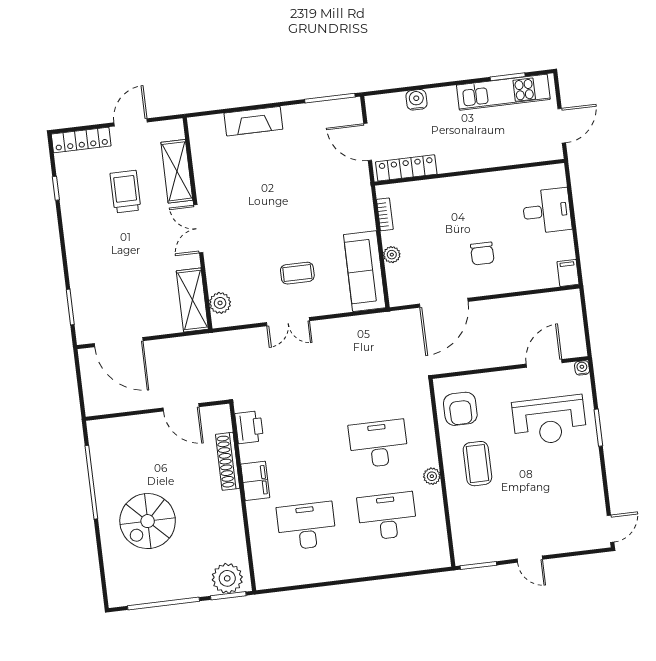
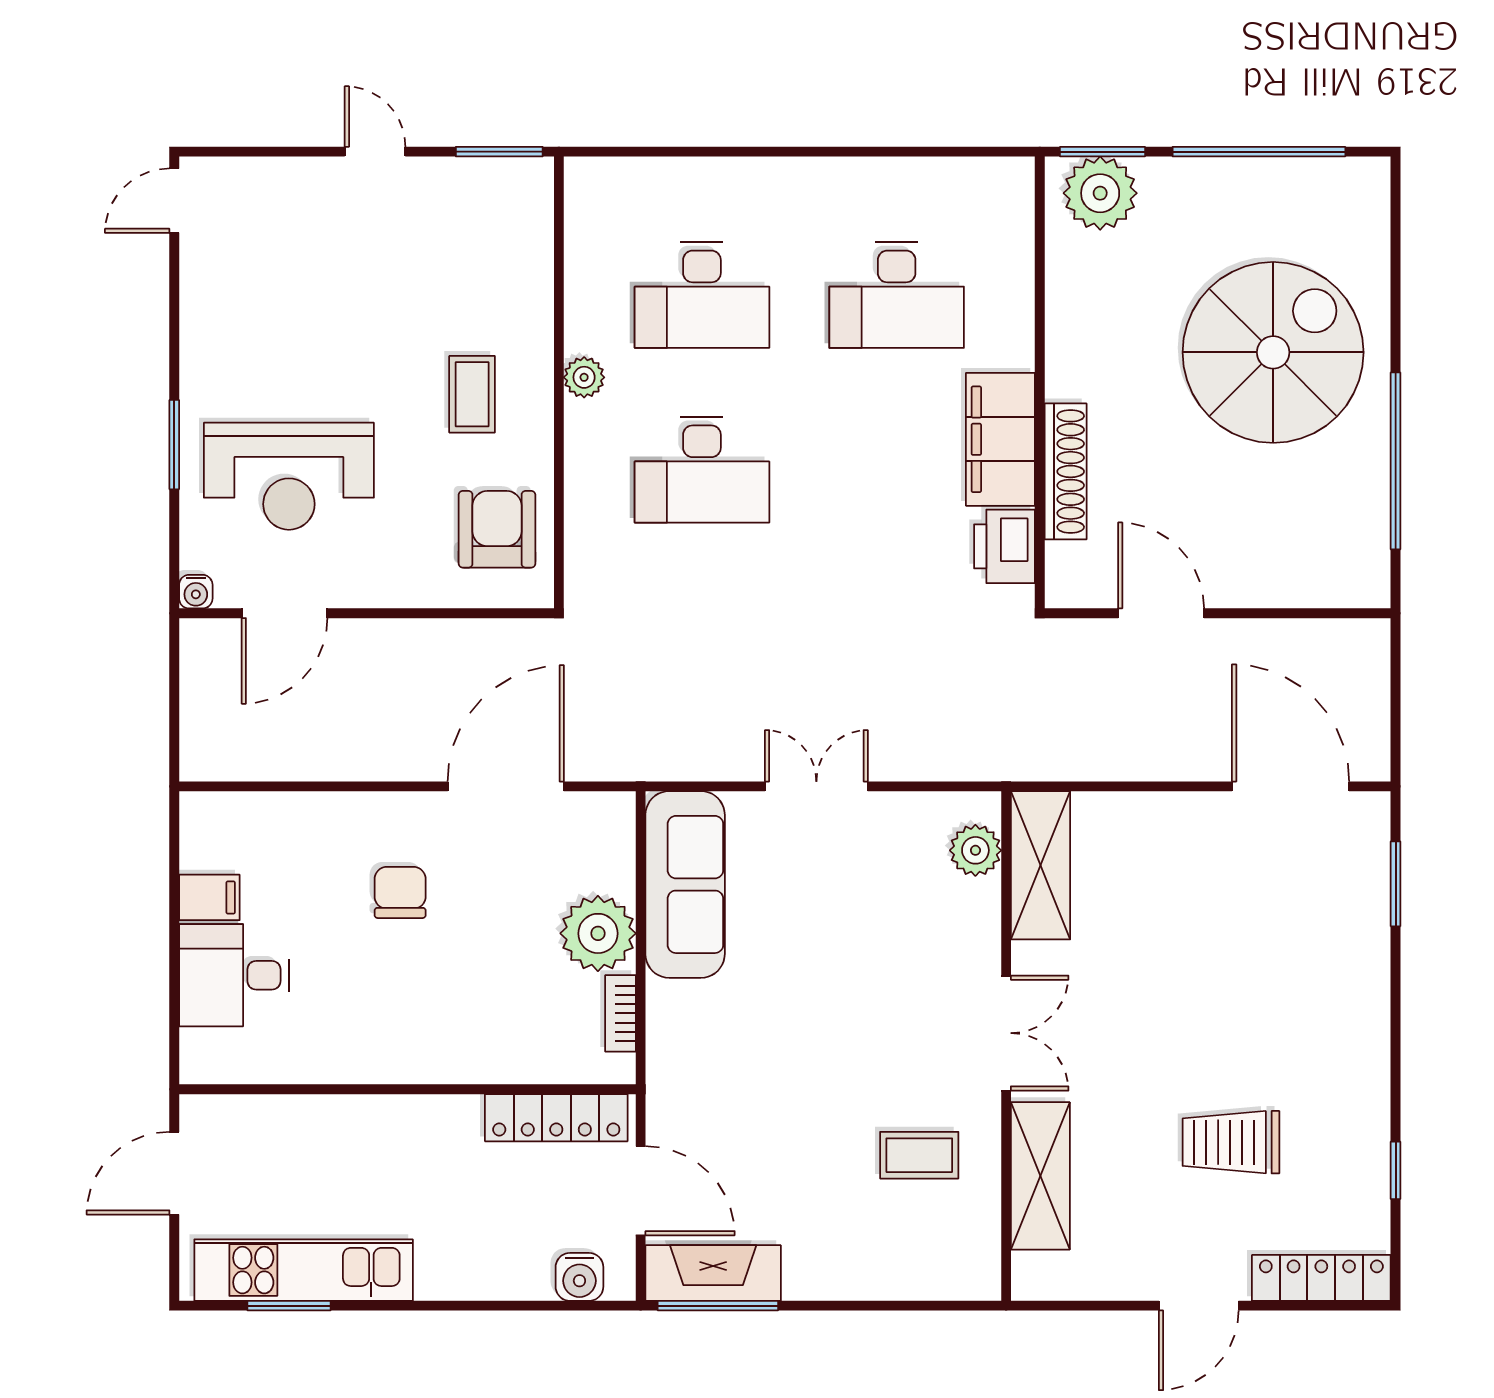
water cooler: (416, 100) -> (579, 1277), moved
fireplace: (253, 121) -> (713, 1273), moved
shelving: (177, 171) -> (1040, 1176), moved
trolley: (125, 192) -> (1231, 1142), turned 90
wall: (198, 223) -> (1006, 1046), moved
double door: (198, 229) -> (1006, 1033), moved
plant: (392, 255) -> (598, 933), width x1.88, depth x1.88
coffee table: (297, 273) -> (919, 1155), moved
filing cabinet: (568, 273) -> (209, 897), moved, turned -90
shelving: (192, 300) -> (1041, 865), moved
plant: (220, 303) -> (975, 850), moved
double door: (288, 322) -> (816, 786), moved
reception desk: (549, 420) -> (289, 476), turned 180
coffee table: (477, 464) -> (472, 394), width x0.73, depth x0.77
filing cabinet: (255, 481) -> (1000, 439), width x1.50, depth x1.17
spiral stairs: (148, 521) -> (1273, 352), width x1.37, depth x1.37

